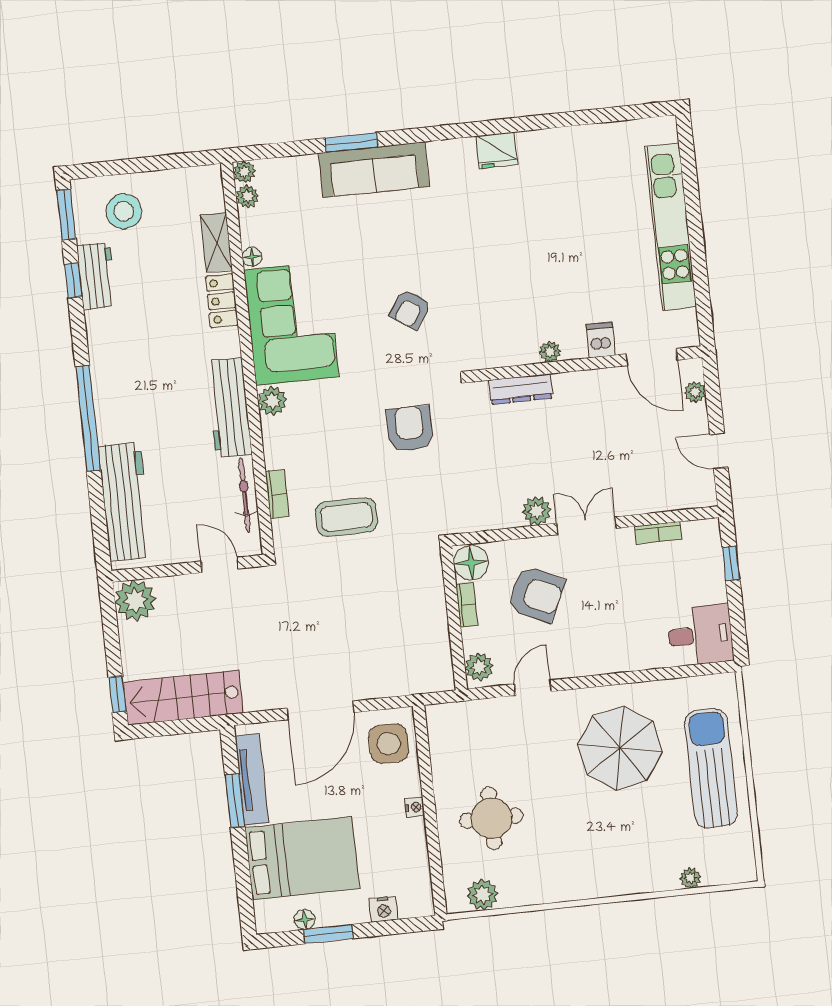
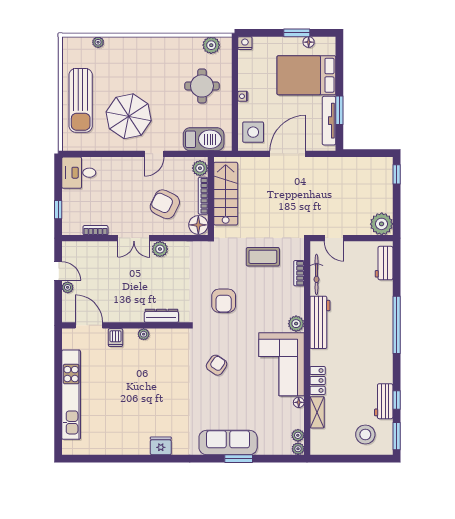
plant: (695, 392) -> (68, 287), moved
workbench: (125, 502) -> (384, 263), width x0.53, depth x0.76
bookcase: (467, 605) -> (203, 196), width x1.56
door: (533, 688) -> (154, 154), moved
stairs: (183, 697) -> (226, 194), moved, turned -90
barbecue: (478, 721) -> (204, 139), added
nightstand: (384, 909) -> (245, 43), moved

